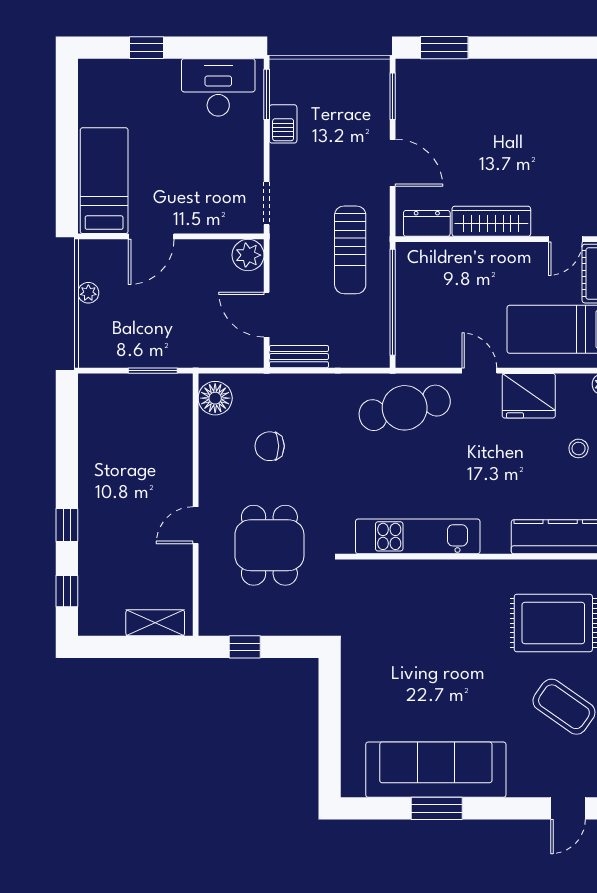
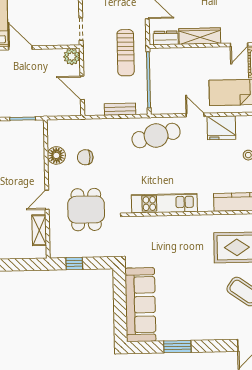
door: (151, 236) -> (20, 48), swing flipped
bench: (299, 357) -> (120, 109), moved
floor lamp: (215, 398) -> (56, 155), moved
shelving: (155, 623) -> (39, 230), moved, turned 90
sofa: (436, 770) -> (140, 305), moved, turned 90

